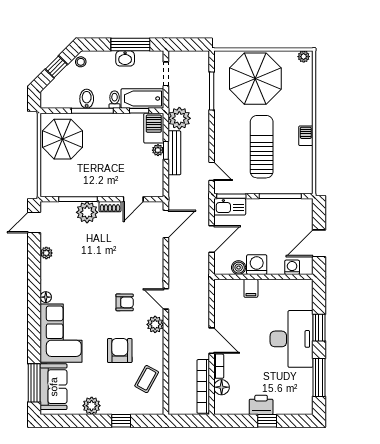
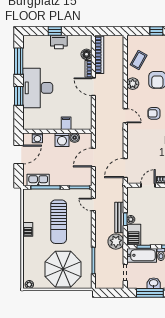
kitchen sink: (230, 207) -> (38, 180), moved
plant: (155, 324) -> (133, 84), moved

